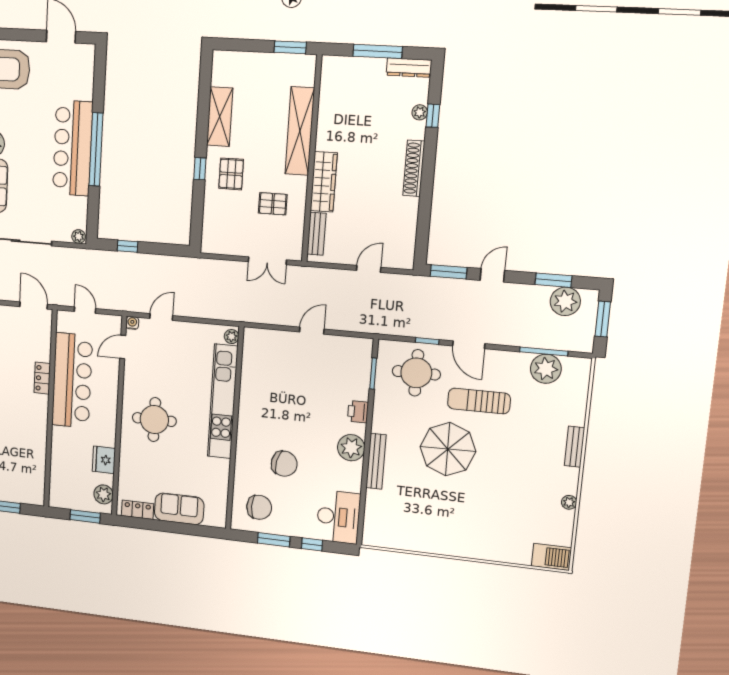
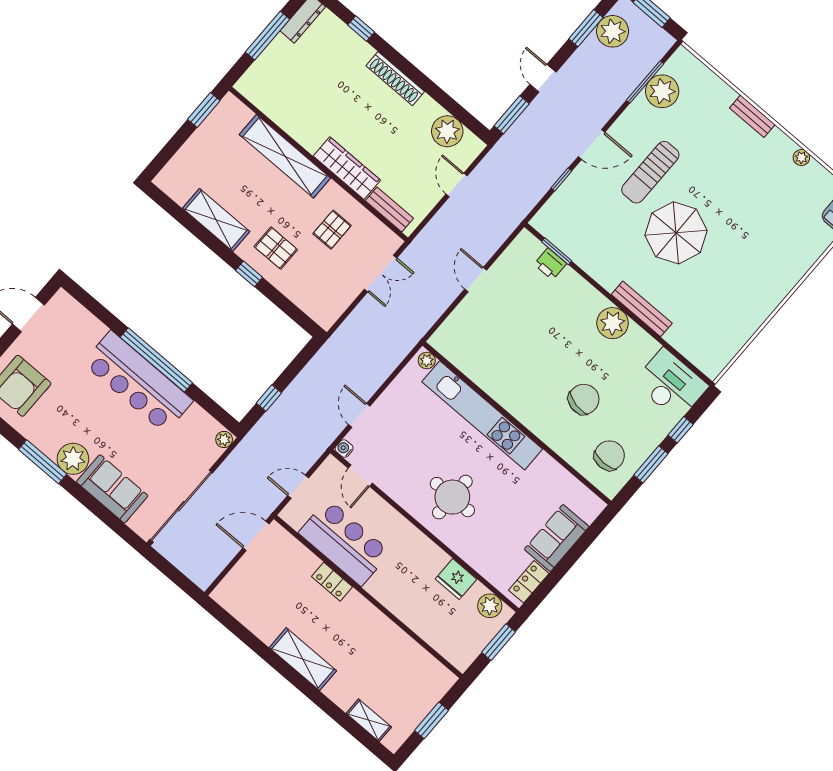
plant: (420, 112) -> (447, 131), moved, width x1.87, depth x1.87
round table: (416, 373) -> (584, 211), removed
bar counter: (72, 380) -> (345, 542), width x0.73
printer: (358, 412) -> (550, 264), moved

